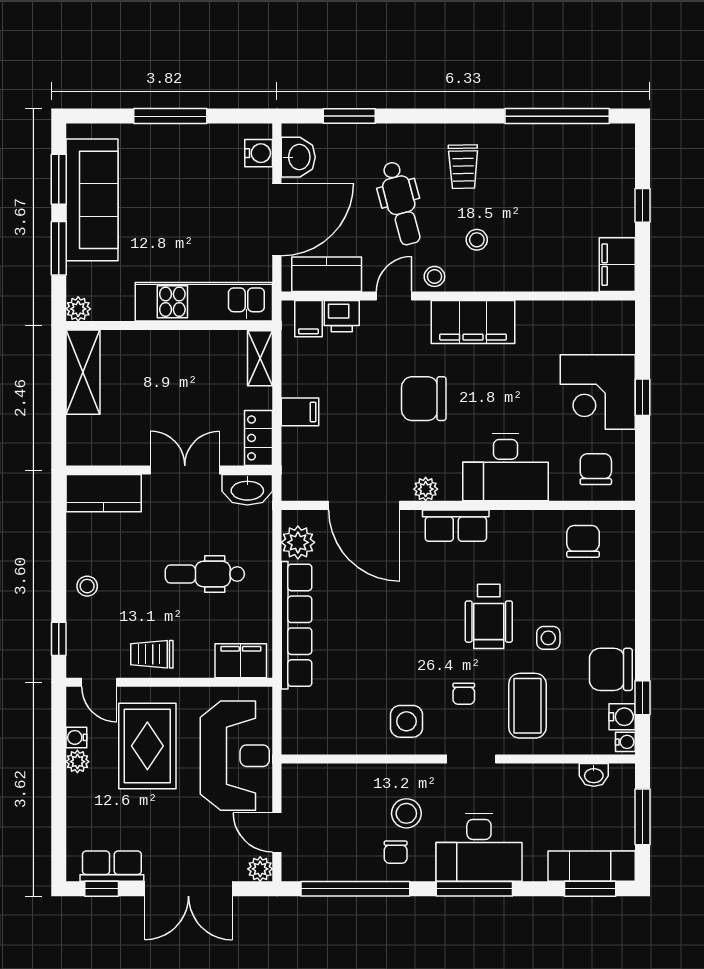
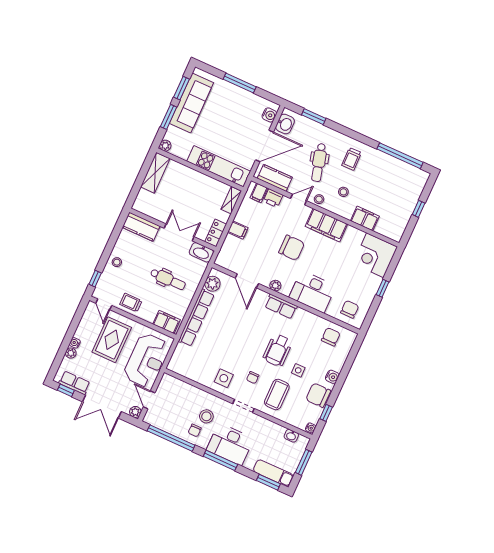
filing cabinet: (617, 265) -> (365, 218), moved, turned 90
corner desk: (598, 392) -> (375, 255), moved
chair: (424, 399) -> (292, 248), turned 180
door: (364, 505) -> (247, 281), width x0.73
dental chair: (205, 574) -> (168, 279), turned 180
water cooler: (622, 717) -> (332, 377), moved
water cooler: (76, 737) -> (75, 343), moved
plant: (77, 762) -> (71, 353), moved

